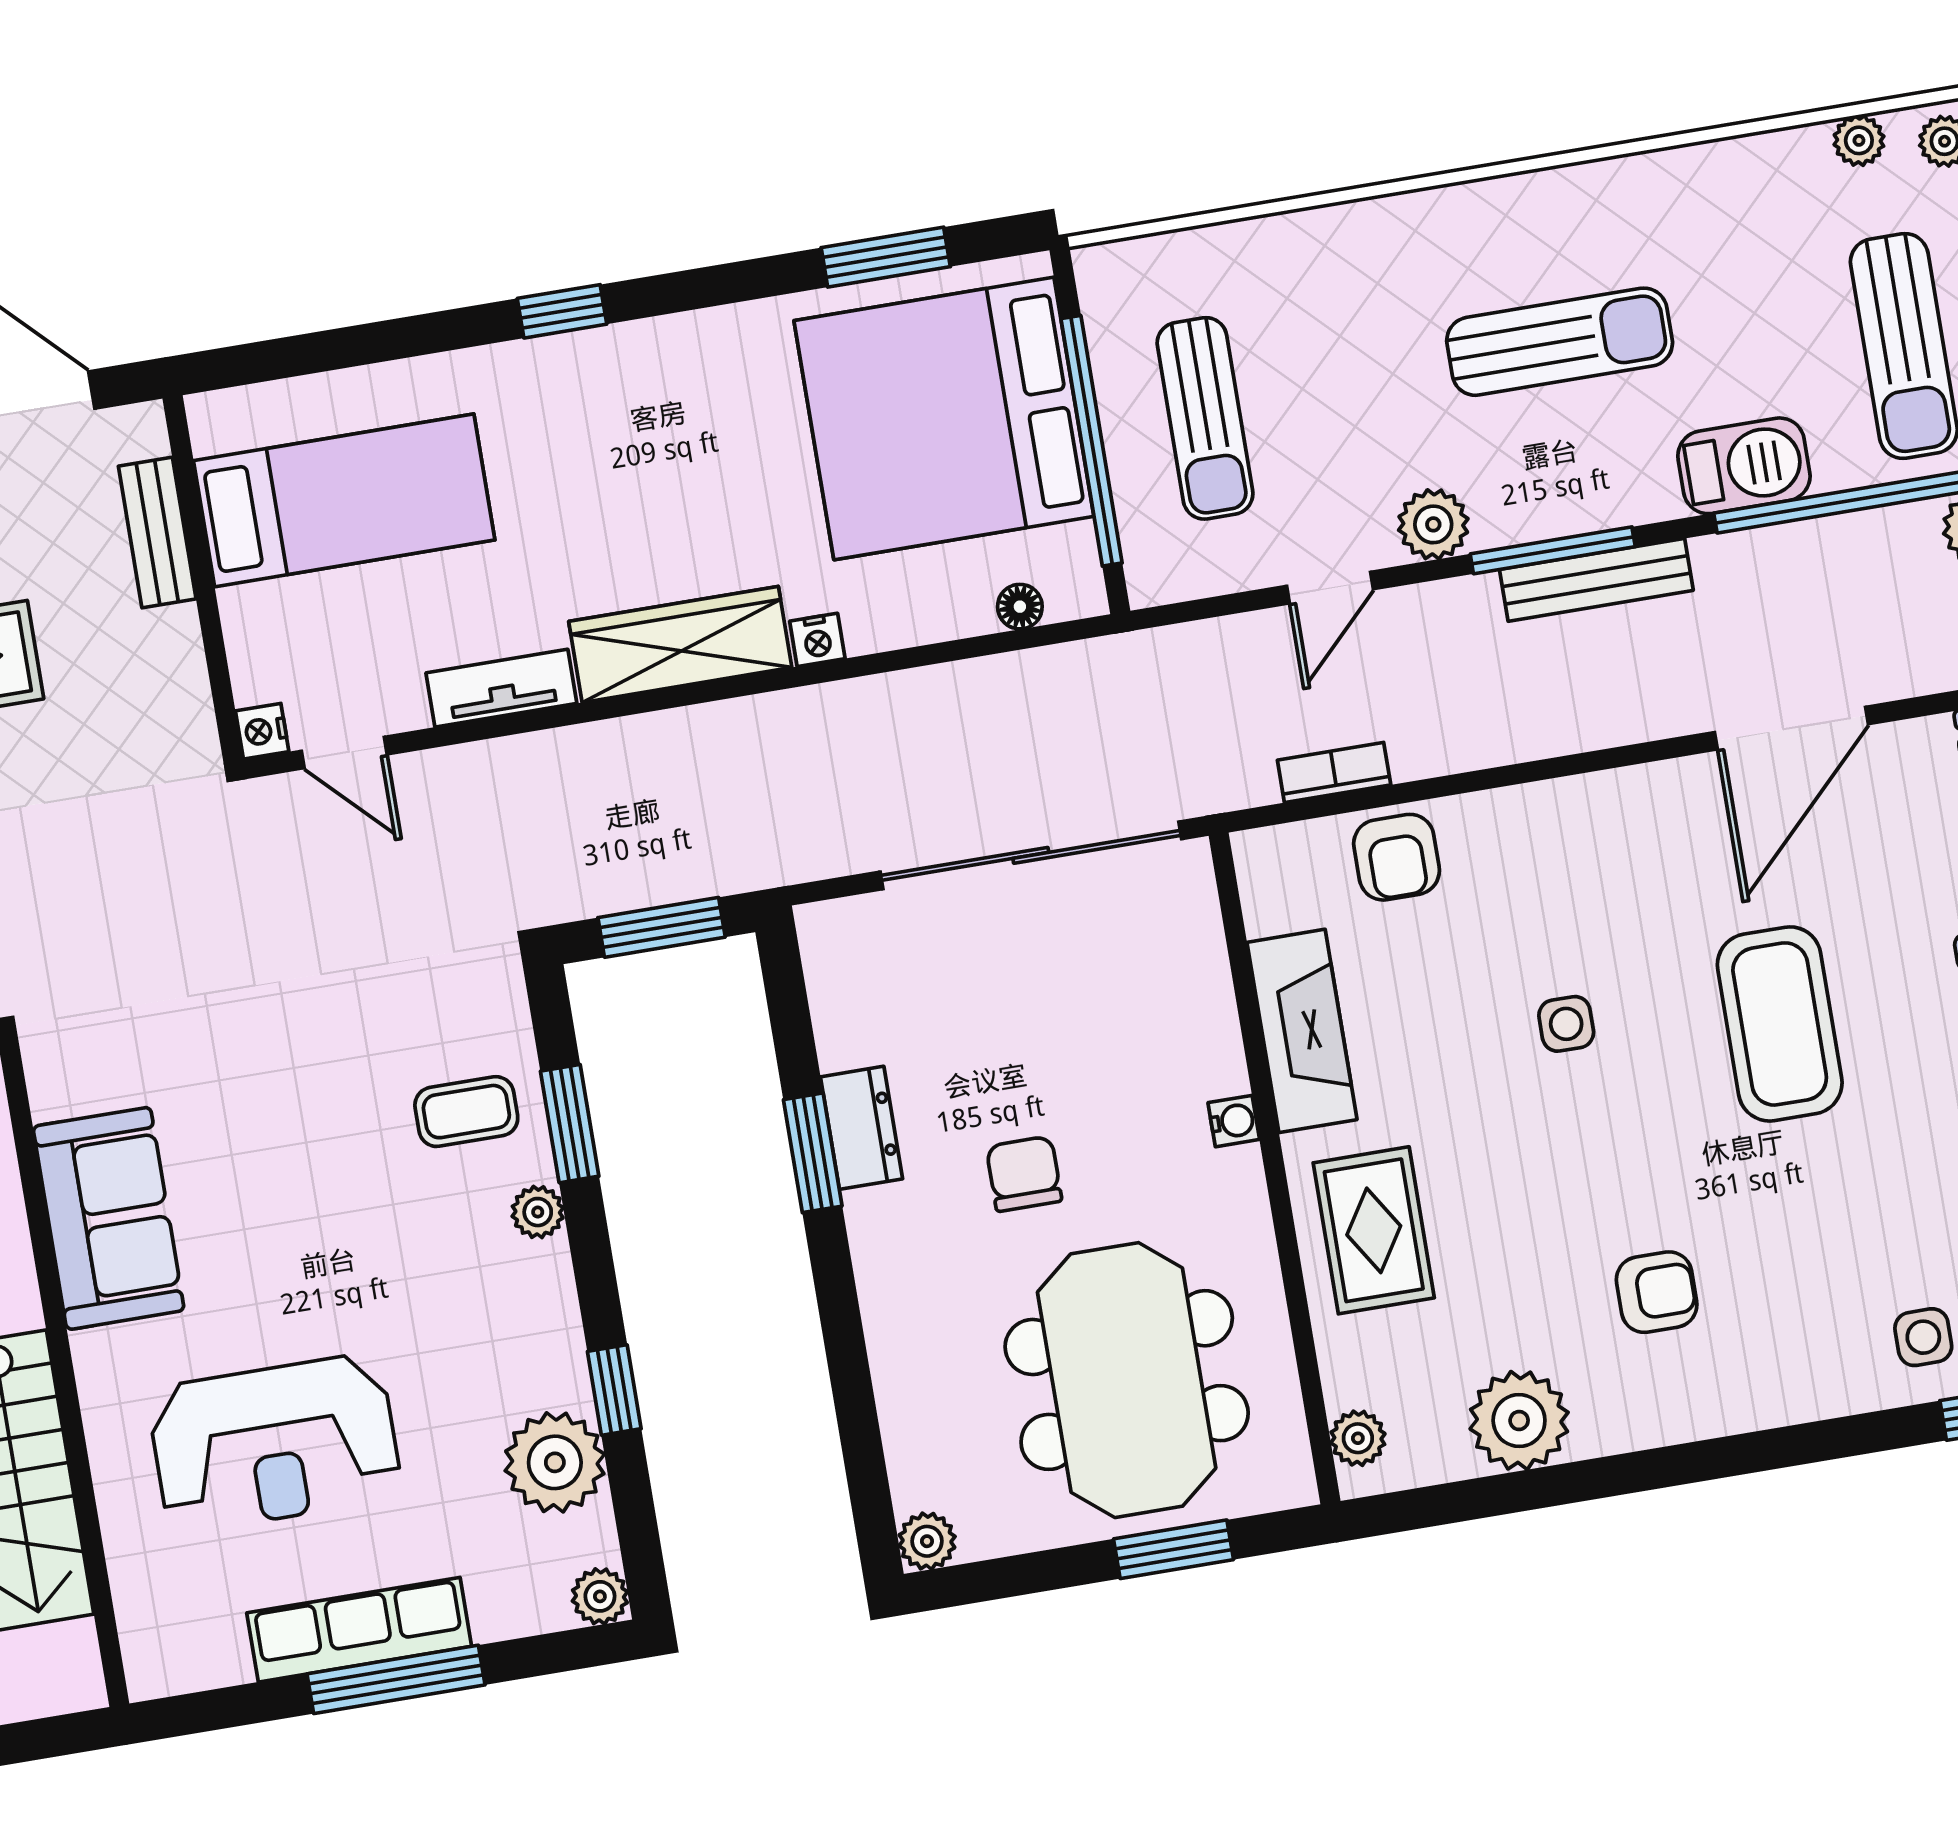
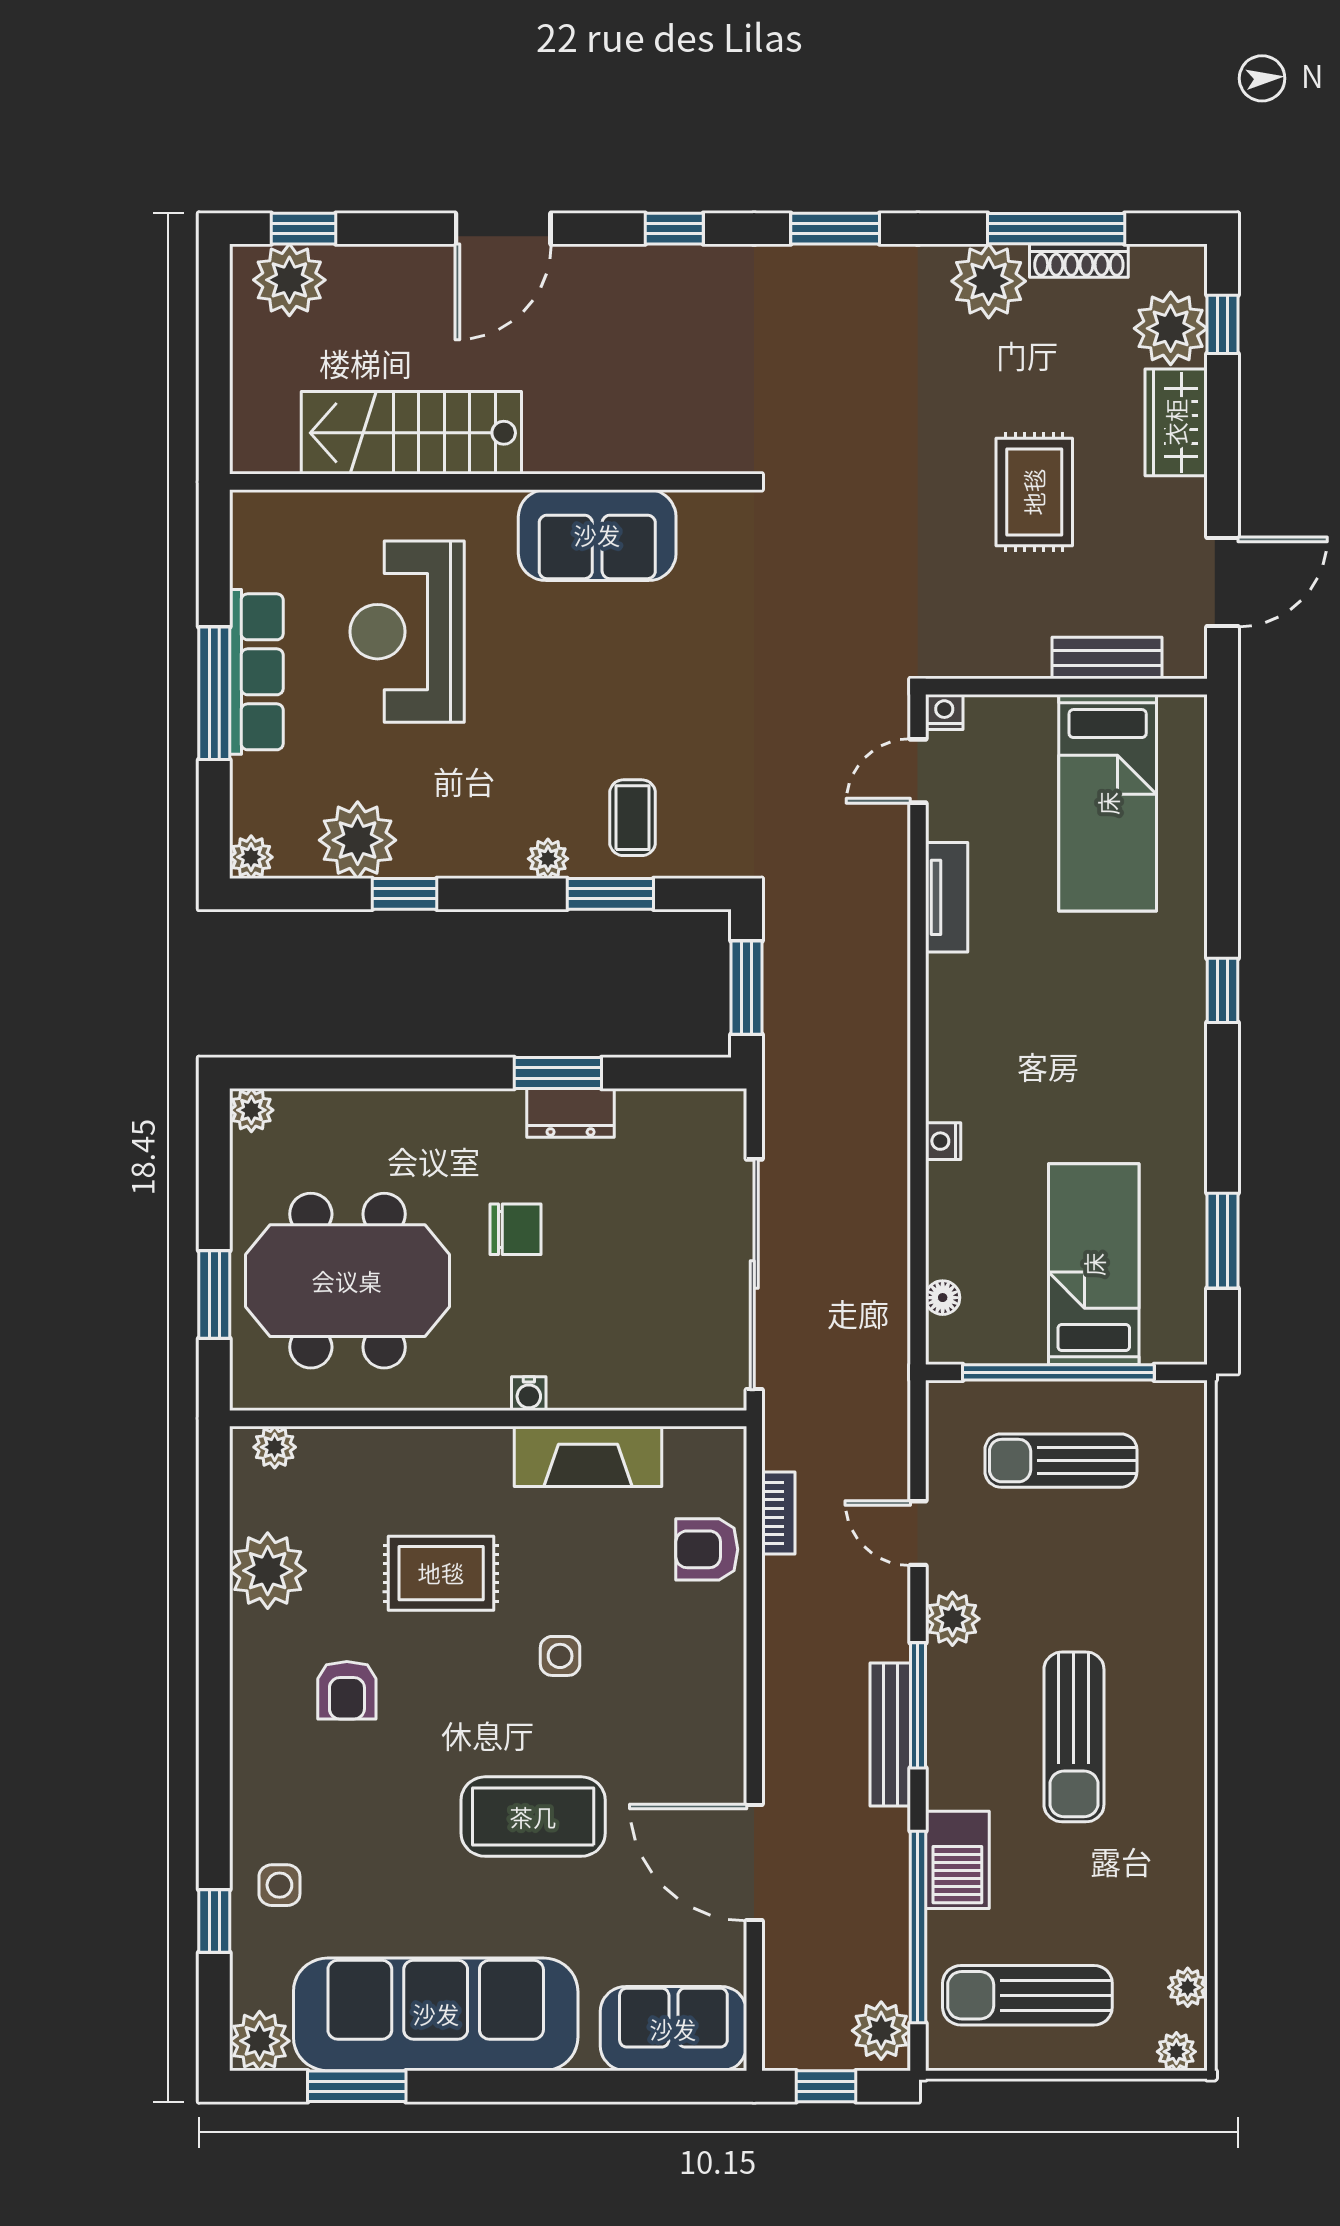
bed: (944, 418) -> (1094, 1264), width x0.49
wardrobe: (680, 644) -> (957, 1037), removed
rug: (1374, 1230) -> (441, 1573), moved

